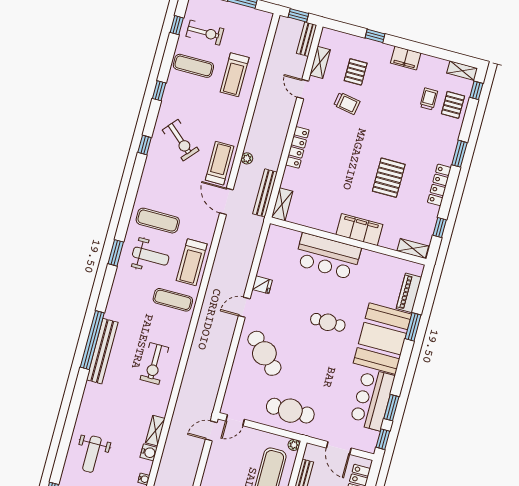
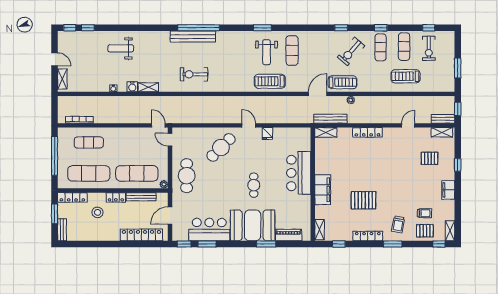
shelving: (320, 62) -> (442, 132), moved
trolley: (347, 103) -> (398, 224), moved
exercise mat: (173, 300) -> (381, 47), moved

